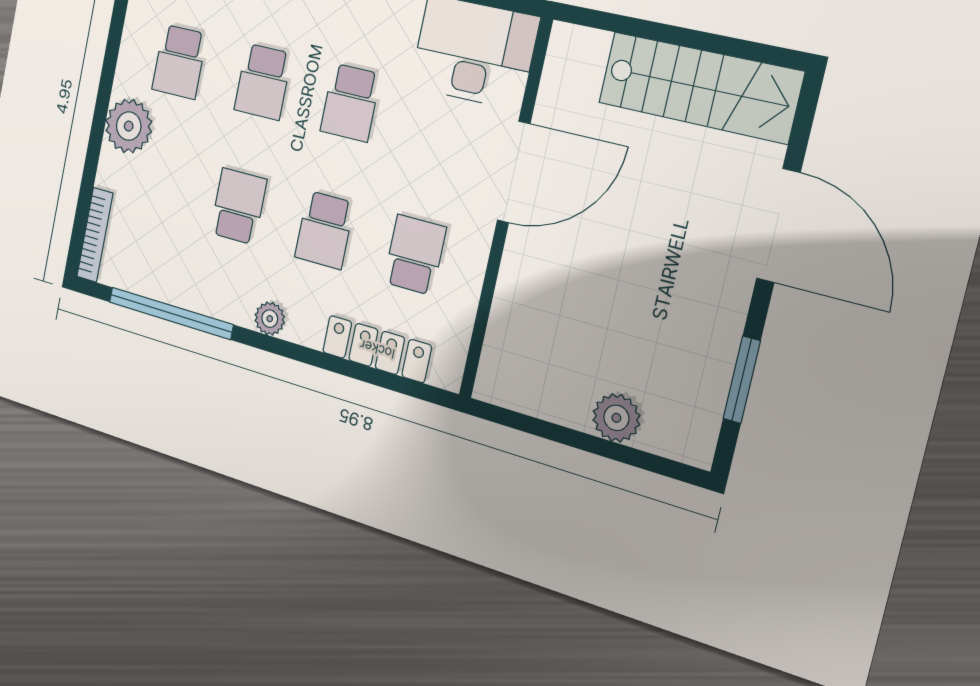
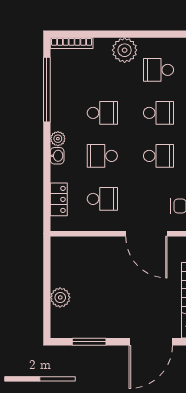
school desk: (263, 82) -> (158, 113), turned 180
school desk: (350, 103) -> (158, 156), turned 180
washbasin: (304, 331) -> (57, 156), added
locker: (377, 349) -> (59, 199), width x0.66

